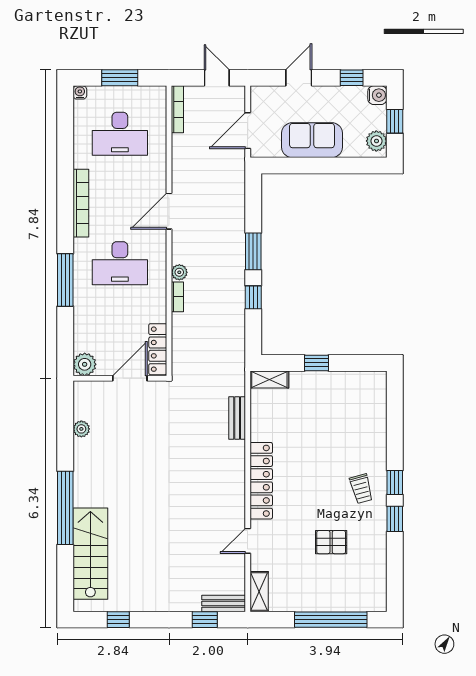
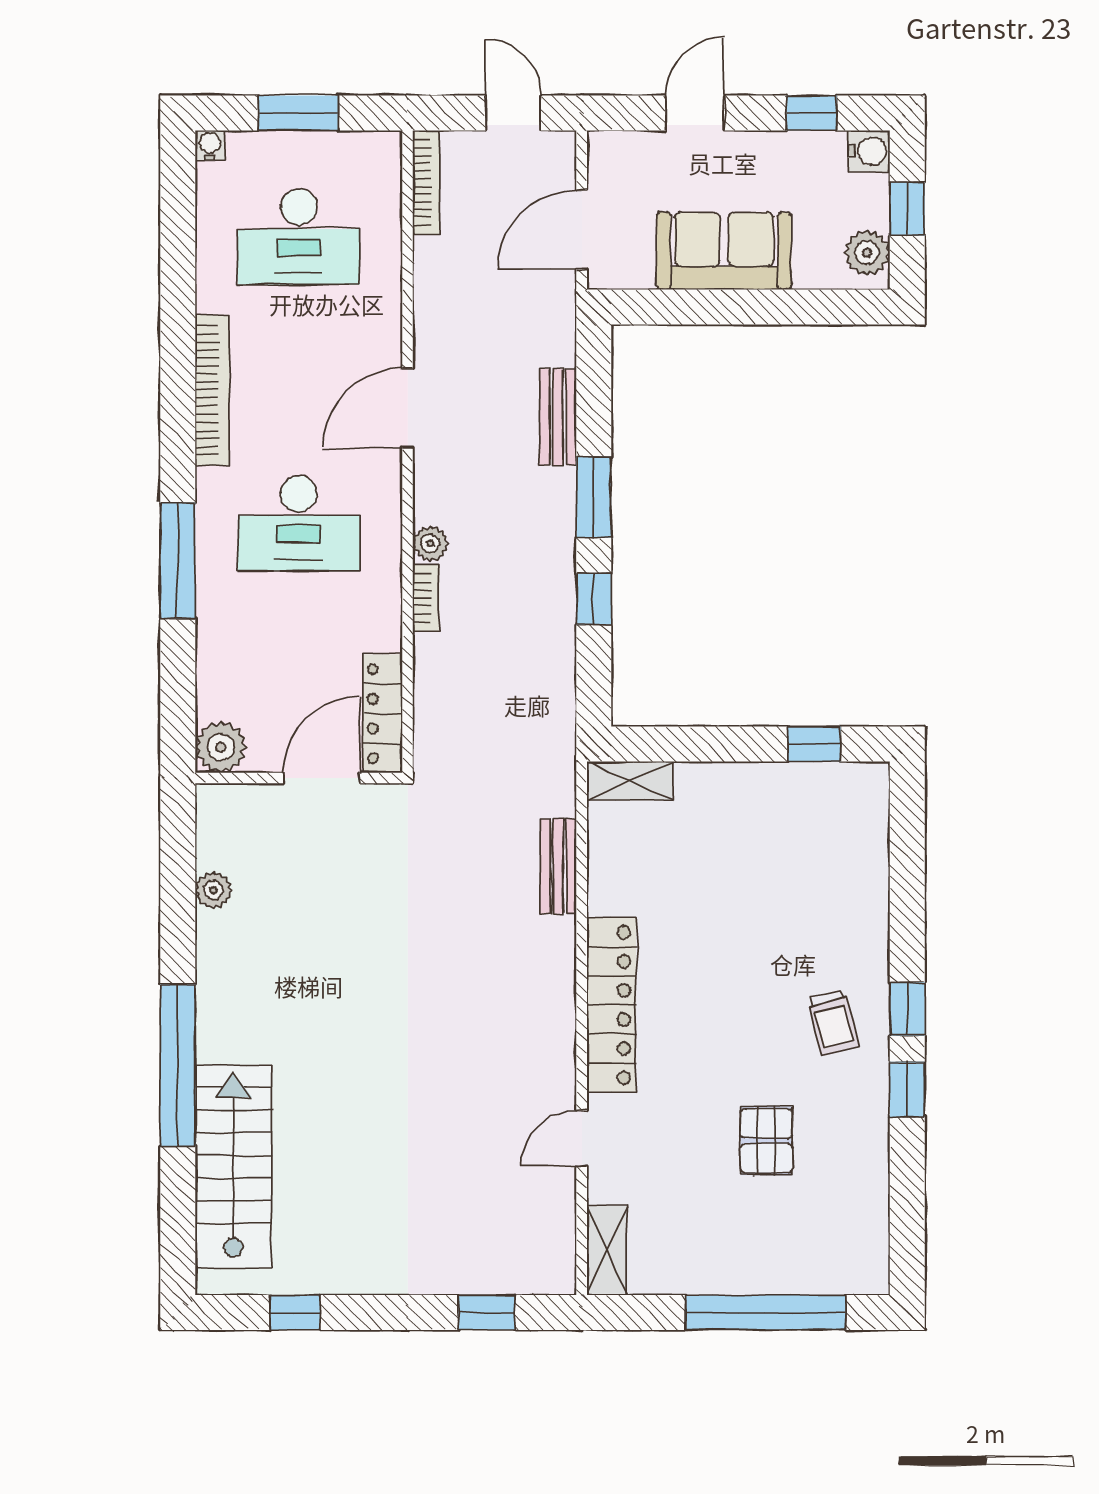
window: (316, 363) -> (814, 744), moved
pallet: (331, 542) -> (766, 1141), turned 90
bench: (224, 603) -> (558, 417), moved, turned 90

